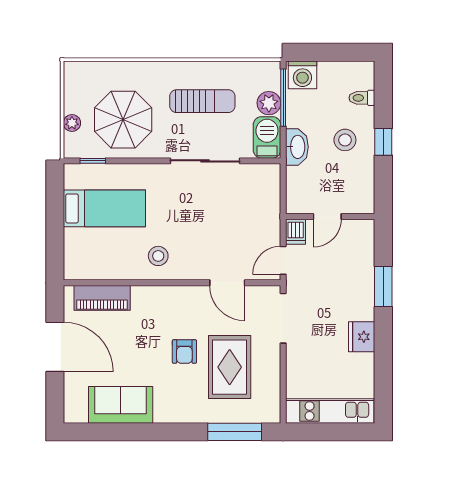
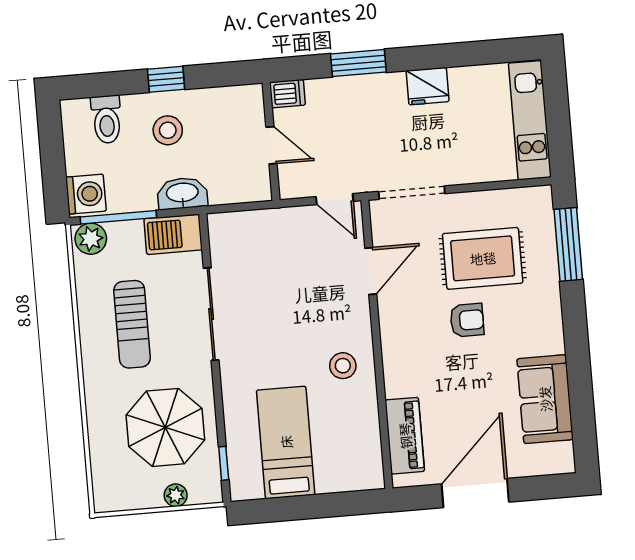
toilet: (362, 98) -> (107, 119), width x1.37, depth x1.39
sun lounger: (202, 101) -> (132, 324), turned 180
plant: (269, 103) -> (91, 239), moved
dishwasher: (296, 232) -> (287, 94), moved

